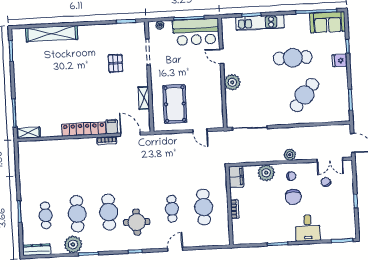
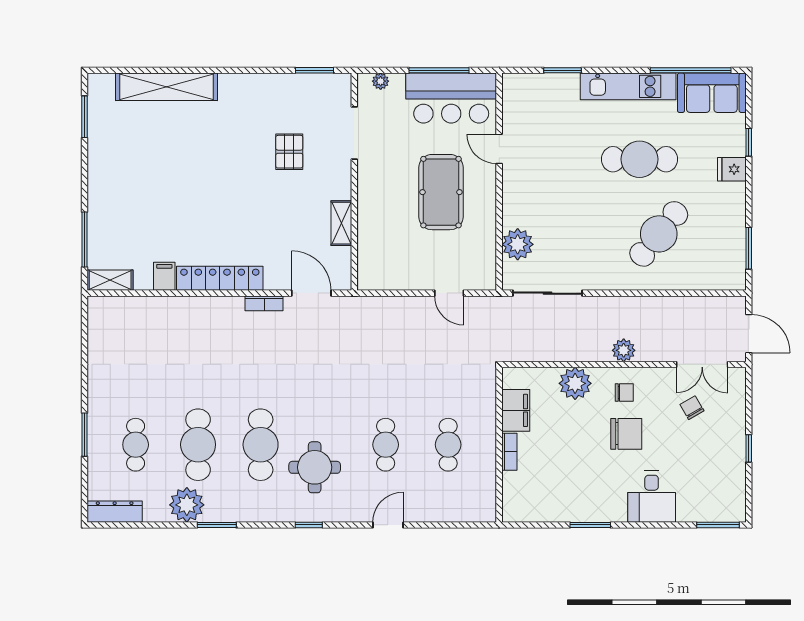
kitchen unit: (260, 22) -> (628, 86), moved
plant: (232, 82) -> (518, 244), moved
pool table: (175, 104) -> (441, 192), moved
filing cabinet: (112, 127) -> (164, 276), moved
filing cabinet: (236, 177) -> (516, 410), moved
chair: (293, 197) -> (626, 434), turned -90
cafe table: (204, 207) -> (448, 445), width x0.73, depth x0.74

